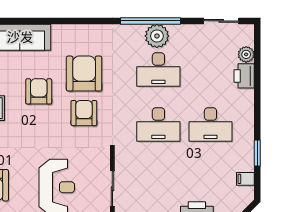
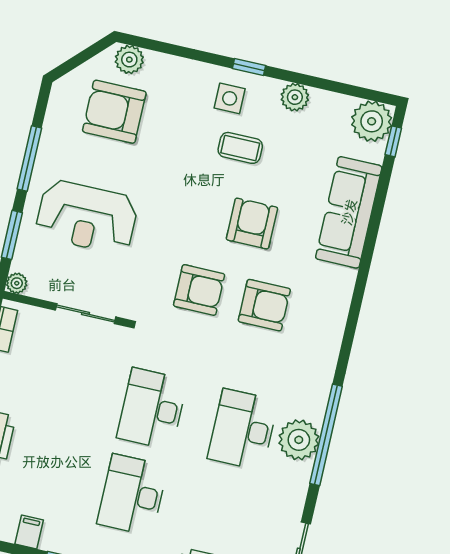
armchair: (84, 74) -> (264, 305), width x0.73, depth x0.73
armchair: (39, 91) -> (252, 224), turned -90
sliding door: (112, 189) -> (86, 314), moved

